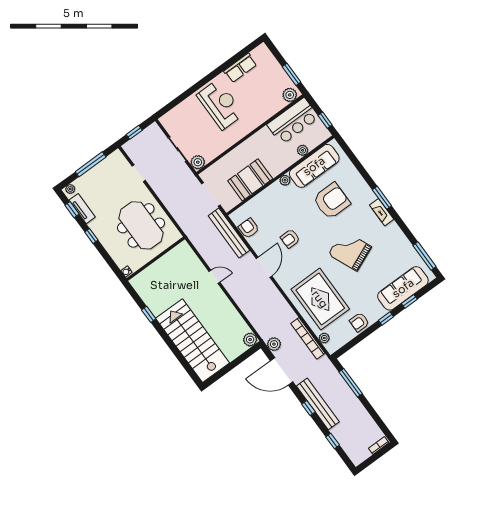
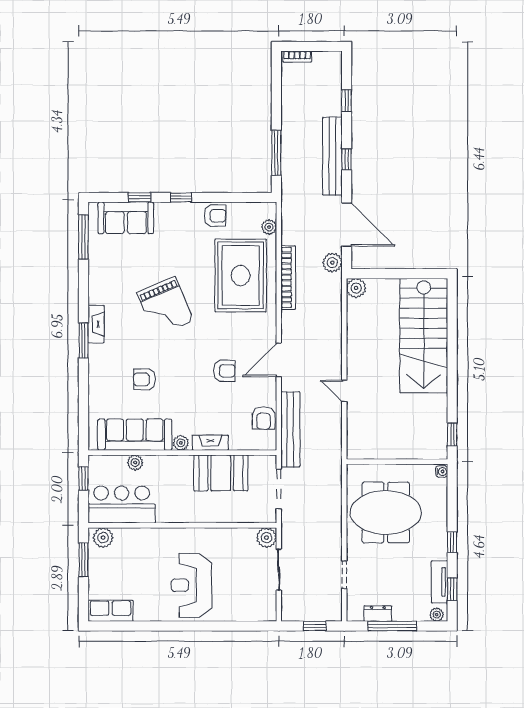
row of seats: (240, 68) -> (110, 611), moved
dresser: (104, 165) -> (378, 614), added
fireplace: (268, 192) -> (210, 443), added
armchair: (332, 201) -> (144, 379), width x0.53, depth x0.53
meeting table: (141, 225) -> (386, 513), turned 90
sofa: (403, 288) -> (126, 218), width x0.73
window: (149, 314) -> (452, 434), moved
bookcase: (308, 338) -> (288, 277), moved

